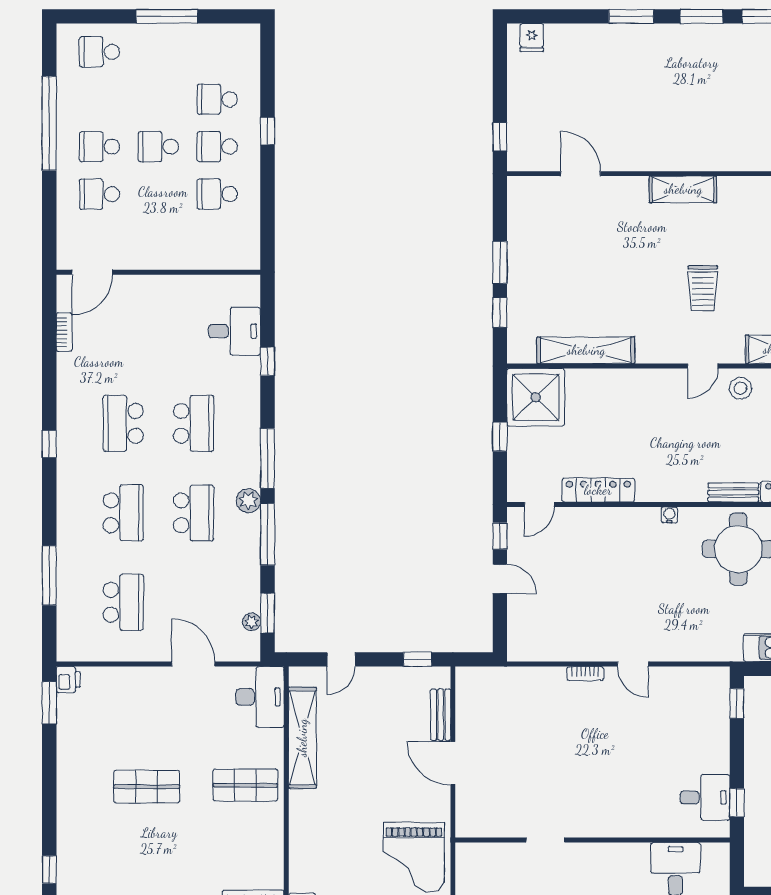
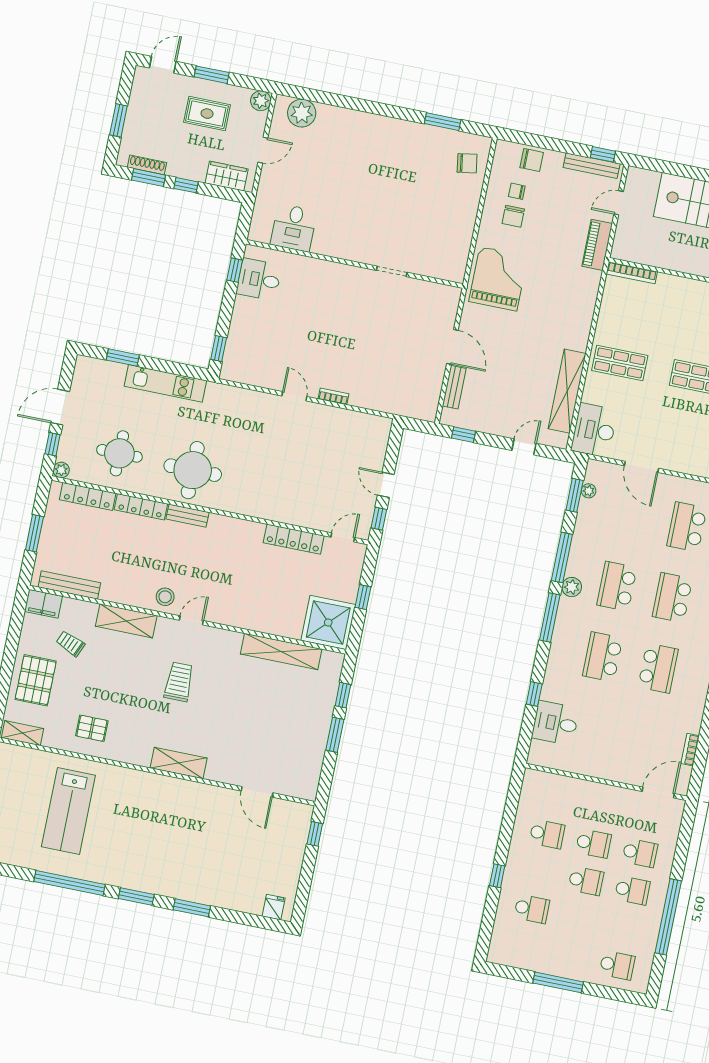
school desk: (217, 147) -> (593, 844), moved
water cooler: (669, 515) -> (242, 508), removed

